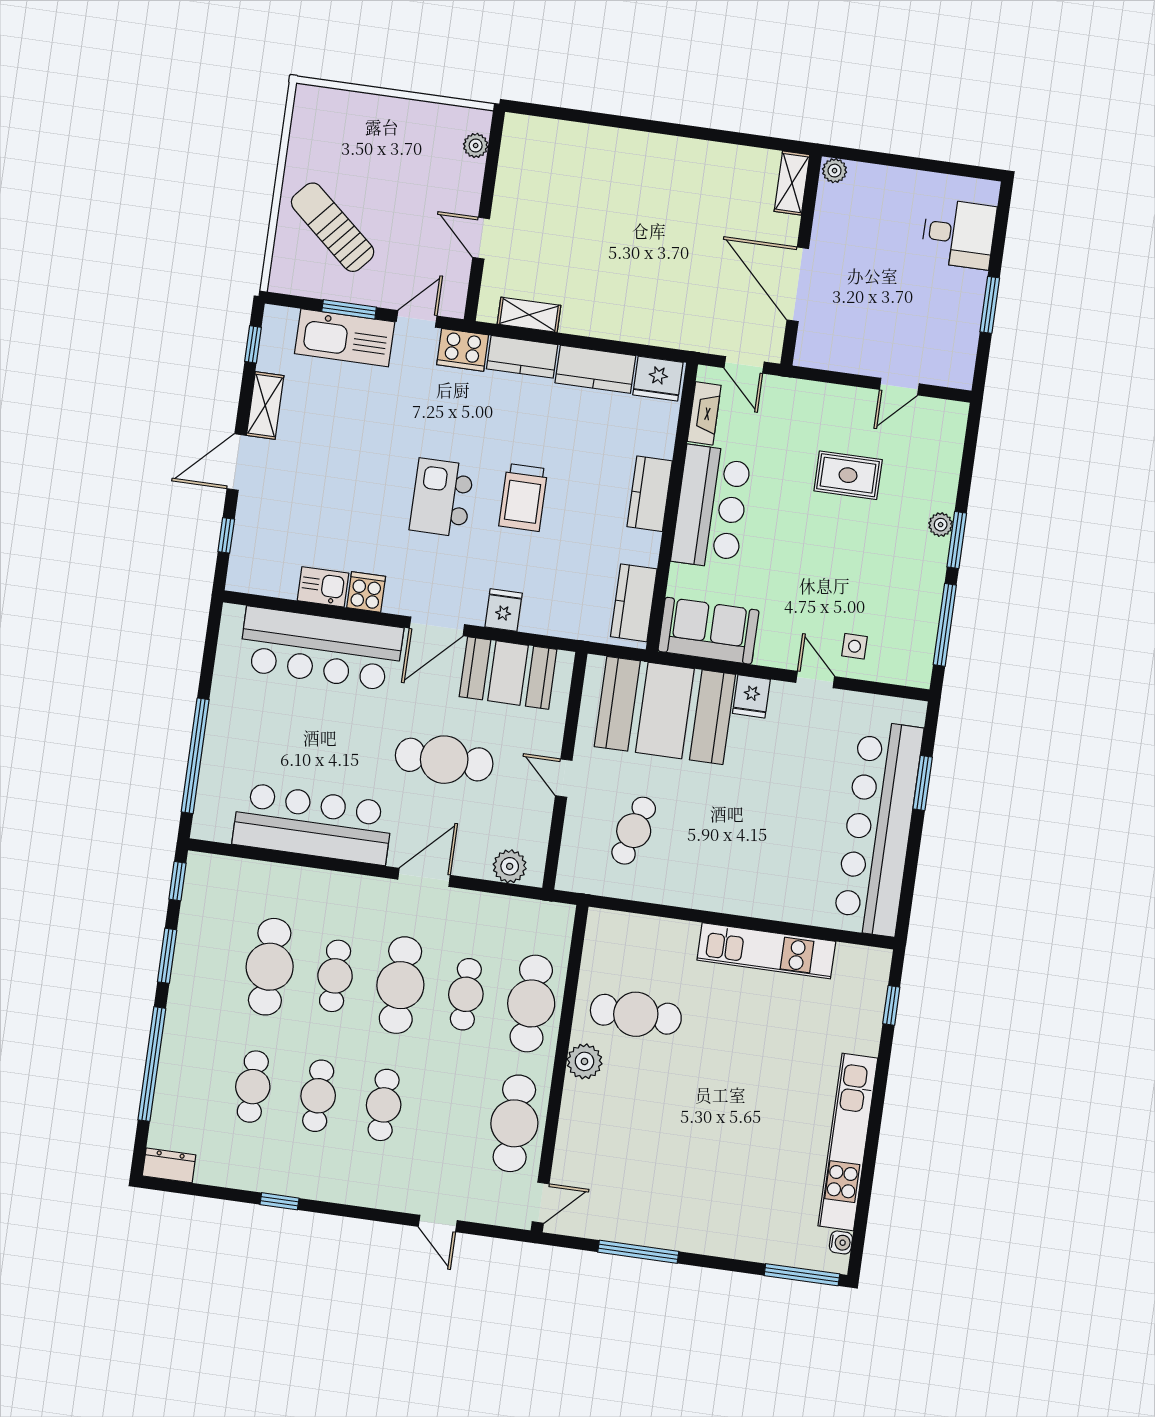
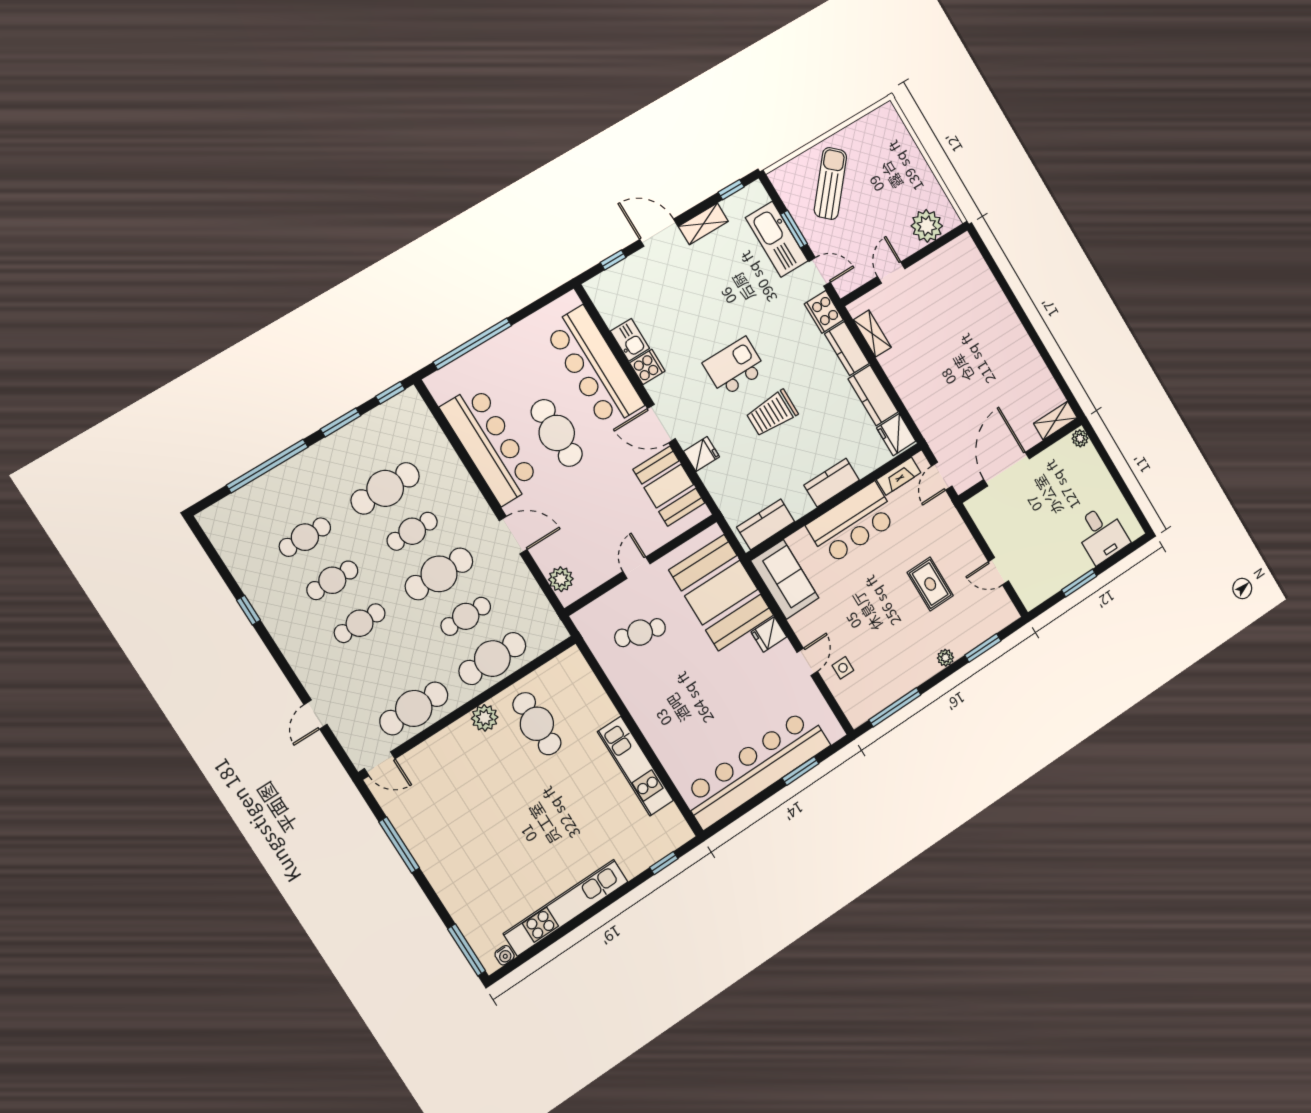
plant: (476, 145) -> (927, 226), width x1.88, depth x1.88
window: (957, 540) -> (983, 648), moved
cafe table: (444, 760) -> (557, 433), moved
dresser: (169, 1165) -> (214, 526), removed

